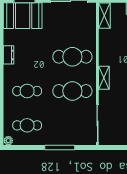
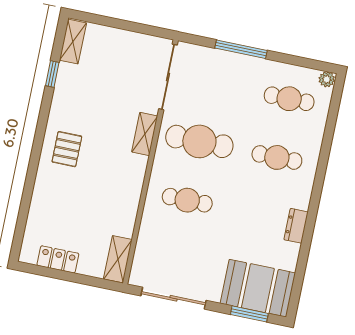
cafe table: (72, 57) -> (187, 200), width x0.73, depth x0.74
shelving: (104, 78) -> (145, 134), moved

